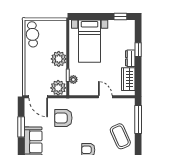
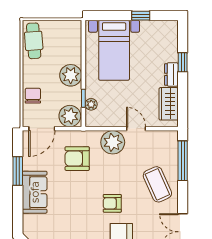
window: (120, 17) -> (141, 16), moved
chair: (32, 73) -> (33, 96), added
door: (38, 97) -> (42, 129), hinge flipped
plant: (89, 106) -> (113, 142), added

